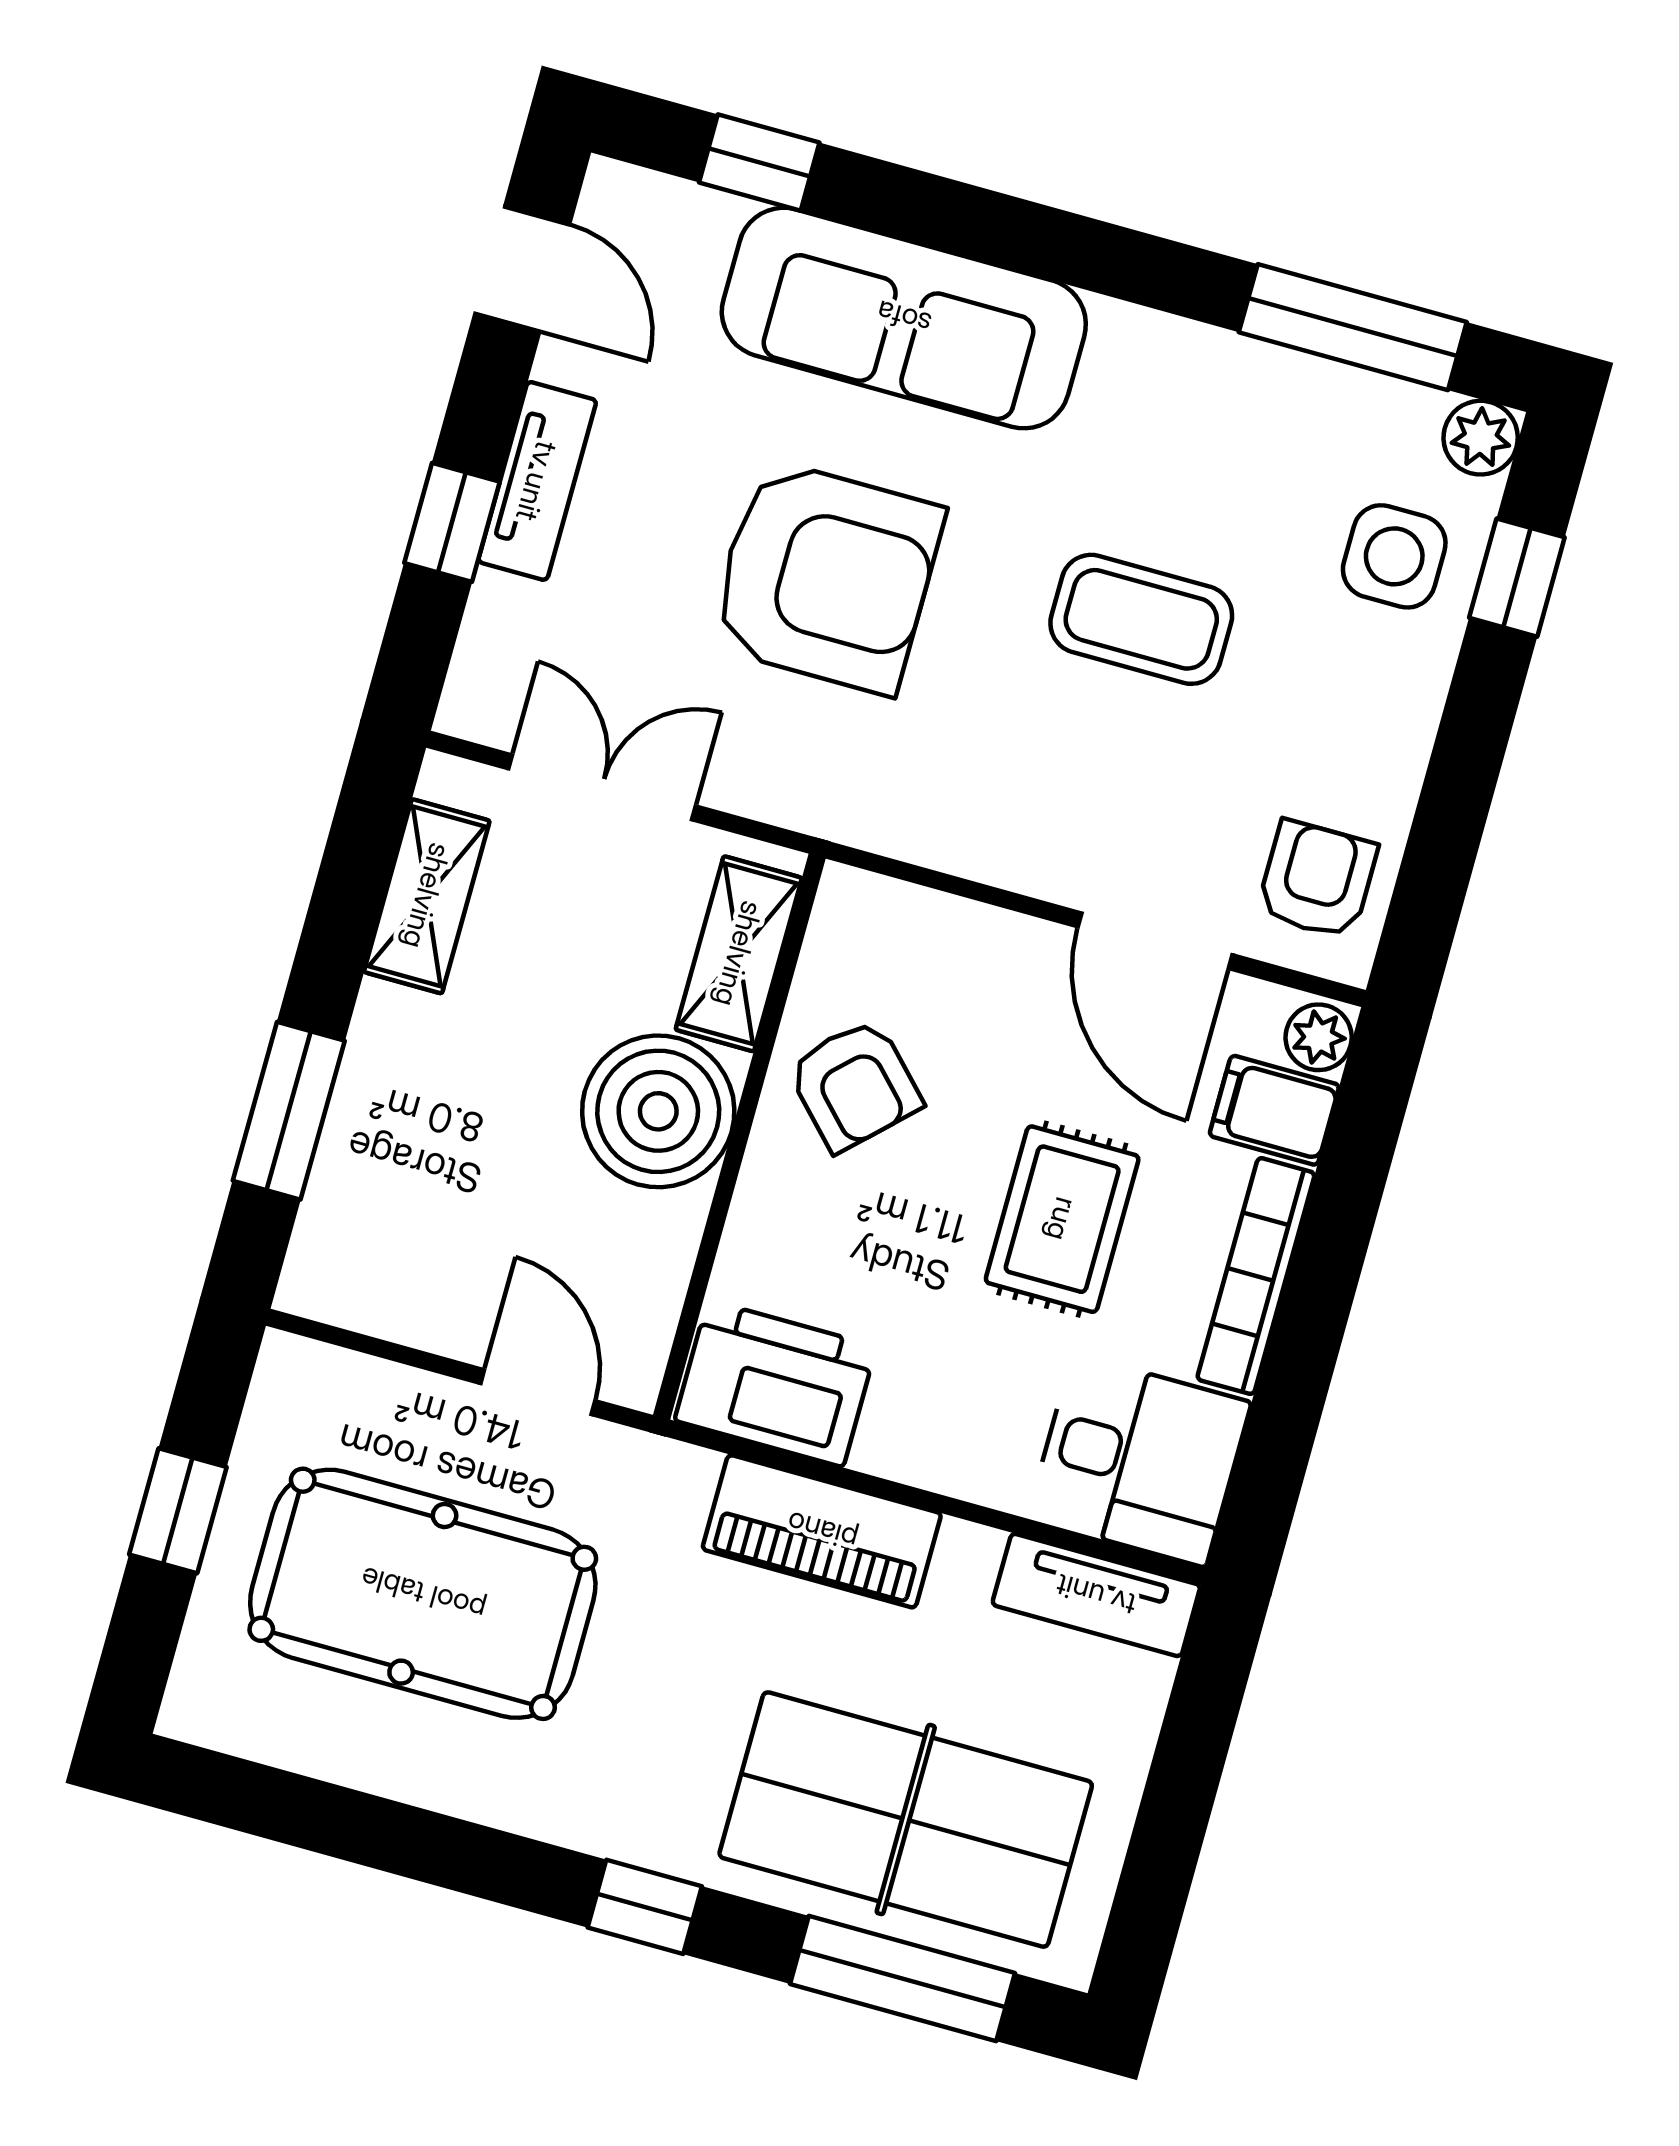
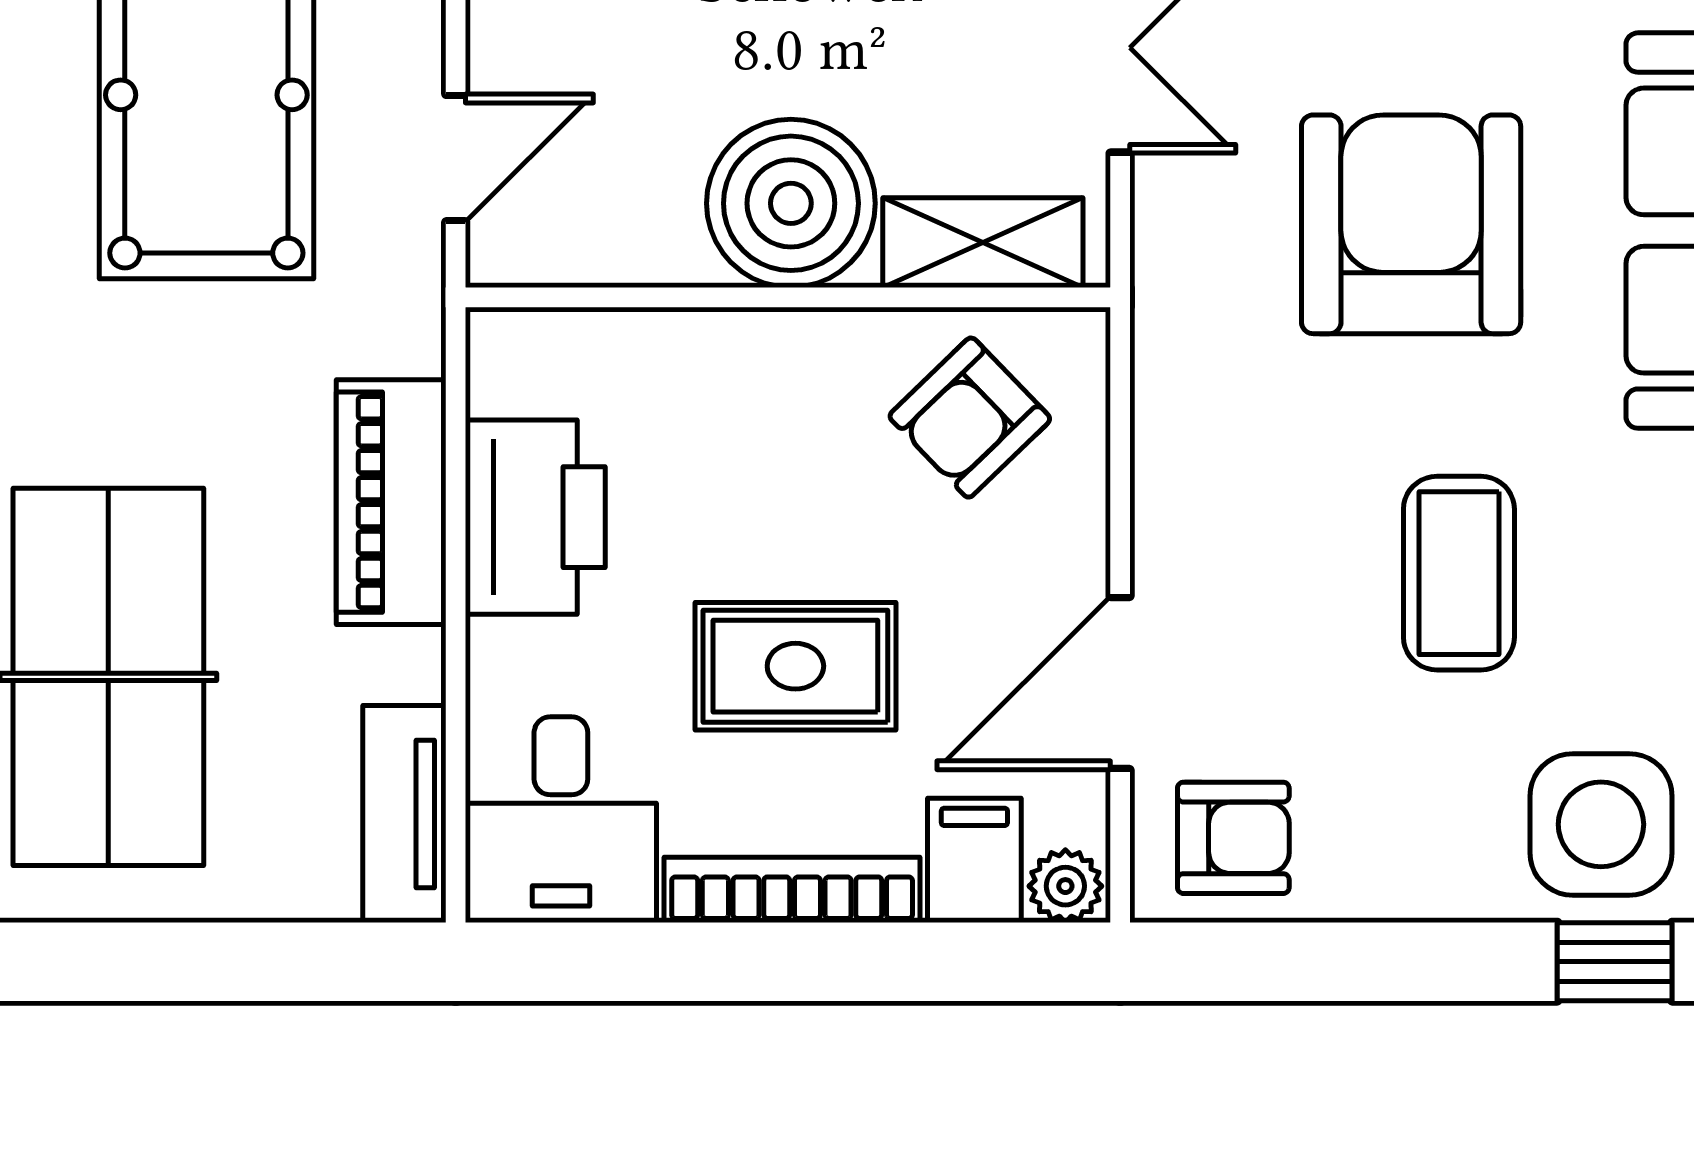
side table: (1394, 556) -> (1601, 824), width x1.37, depth x1.37
armchair: (826, 577) -> (1411, 224), turned 180
armchair: (855, 1085) -> (970, 418), moved
printer: (775, 1383) -> (535, 517), moved

